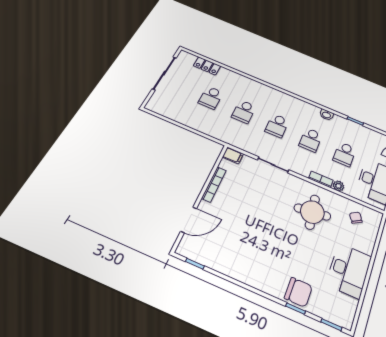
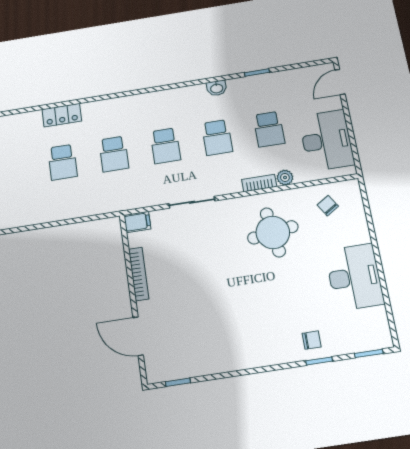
locker: (207, 66) -> (62, 115), moved
door: (189, 220) -> (138, 336), swing flipped
chair: (298, 292) -> (312, 340), width x0.54, depth x0.54

